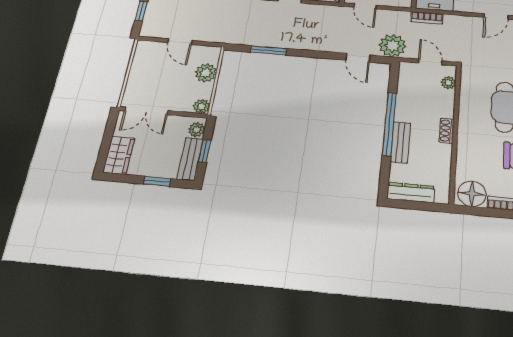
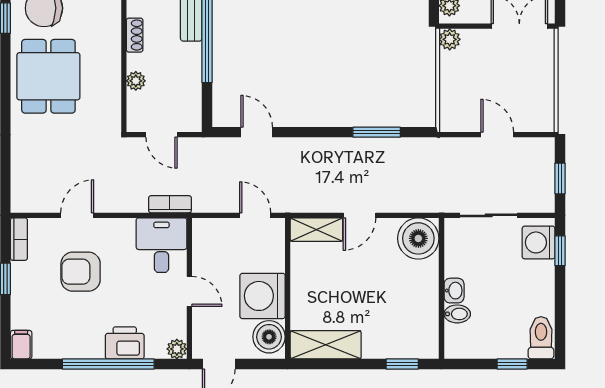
plant: (392, 46) -> (213, 155), removed
plant: (206, 73) -> (453, 90), removed
plant: (449, 83) -> (136, 81), moved

